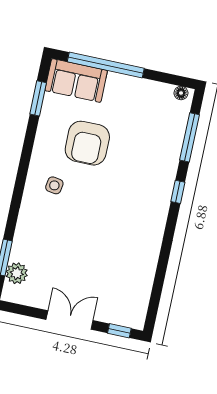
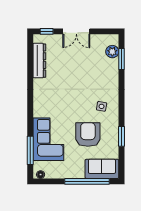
window: (38, 98) -> (121, 136), moved
corner sofa: (155, 149) -> (48, 139), added
window: (178, 192) -> (30, 118), removed
dresser: (142, 284) -> (39, 61), added

